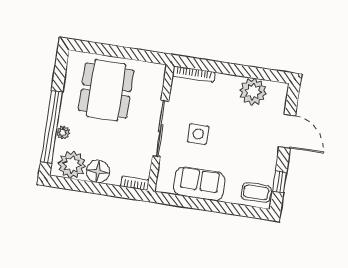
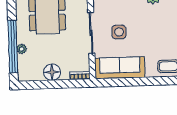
plant: (72, 165) -> (32, 71), removed
sofa: (199, 184) -> (120, 68), width x1.36

